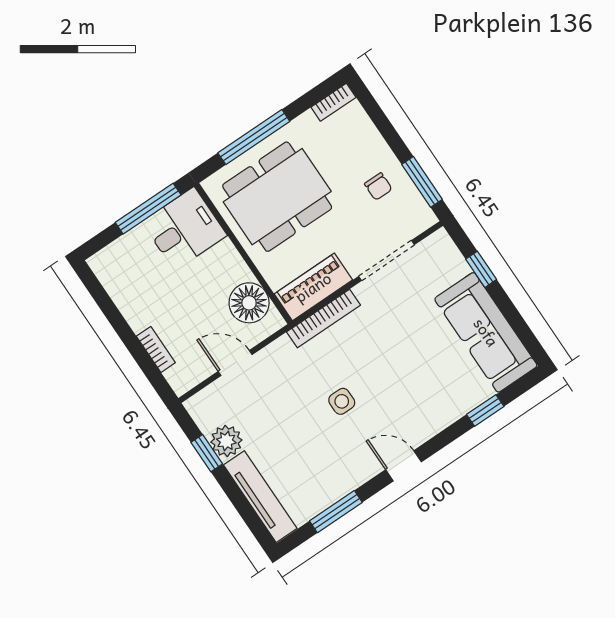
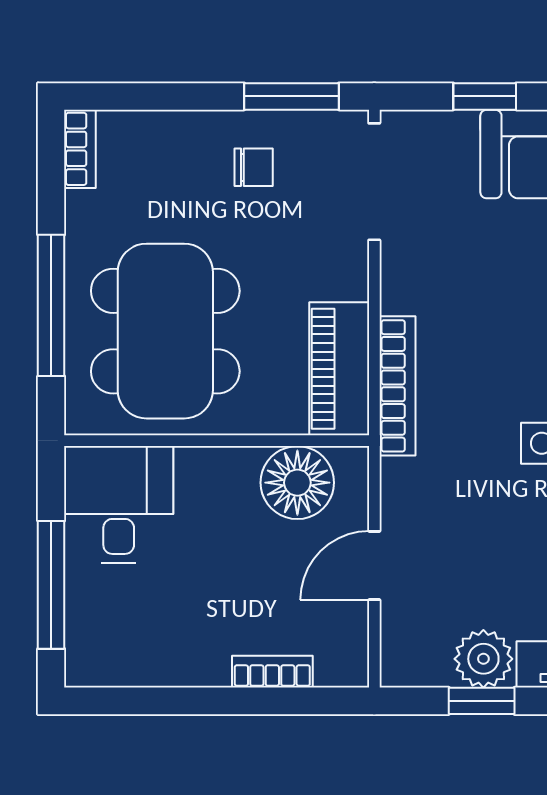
window: (148, 209) -> (51, 585), moved
doorway: (386, 261) -> (374, 182), moved

